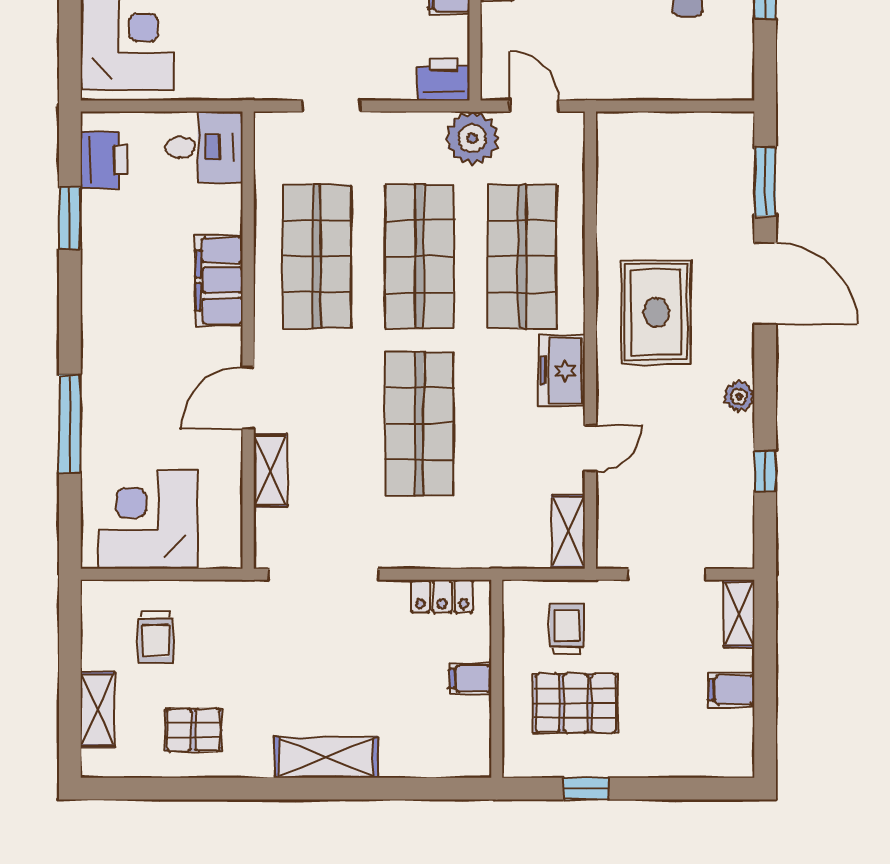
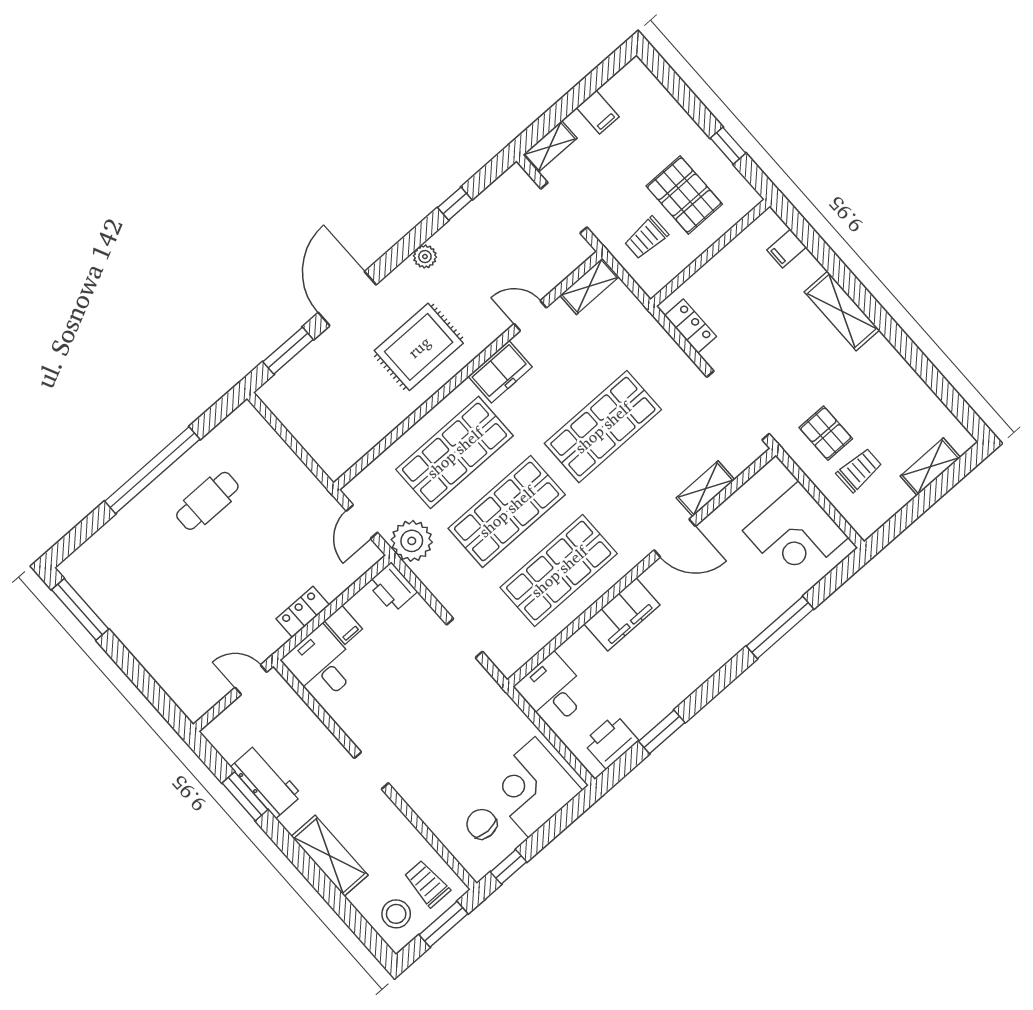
filing cabinet: (470, 679) -> (787, 249), moved, turned 90
pallet: (193, 730) -> (826, 433), moved

